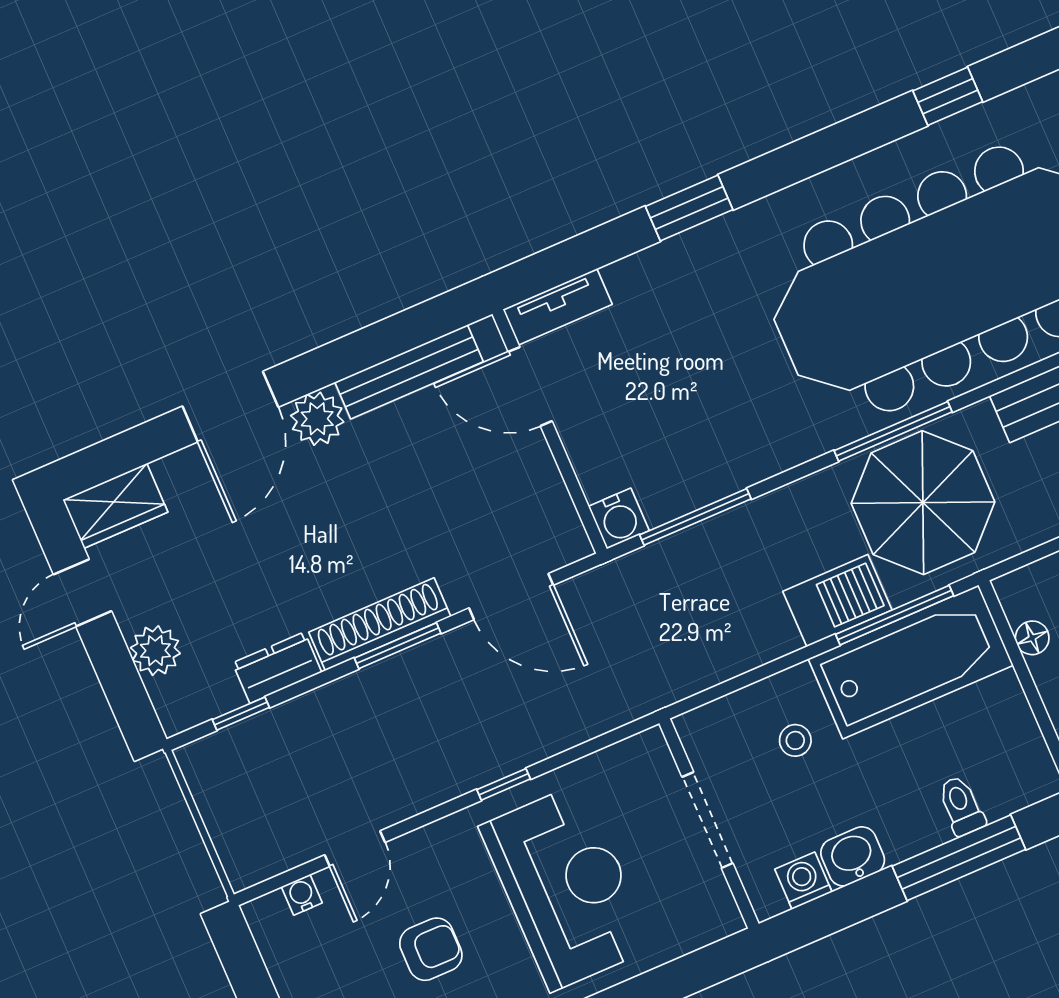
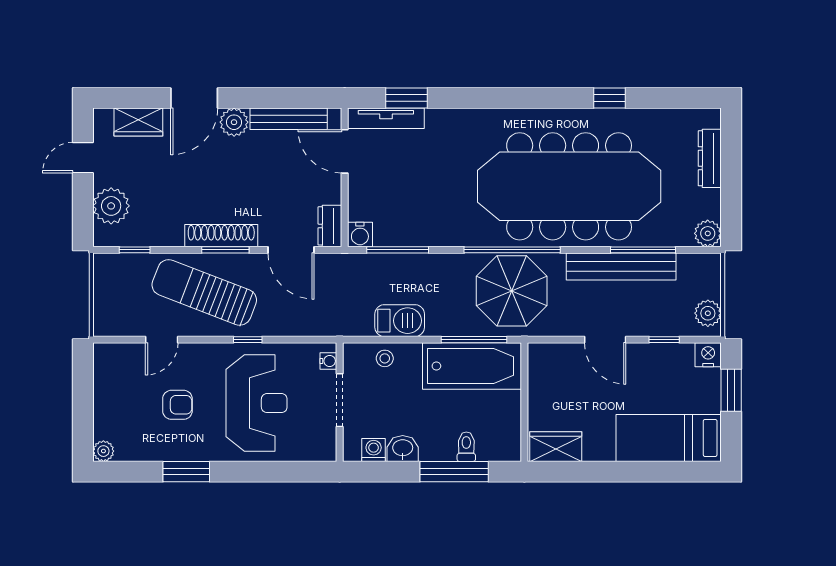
window: (689, 208) -> (407, 98), moved
tv unit: (558, 307) -> (386, 118), width x1.41
window: (893, 431) -> (512, 250), width x1.46
wardrobe: (115, 506) -> (138, 122), moved
barbecue: (837, 601) -> (400, 321), moved
floor lamp: (1032, 638) -> (536, 380), removed
plant: (155, 651) -> (111, 206), width x1.36, depth x1.36
dresser: (277, 668) -> (330, 226), moved, turned -90
sun lounger: (393, 735) -> (204, 292), added
stool: (795, 740) -> (385, 358), moved
water cooler: (302, 895) -> (328, 361), moved, turned 90

